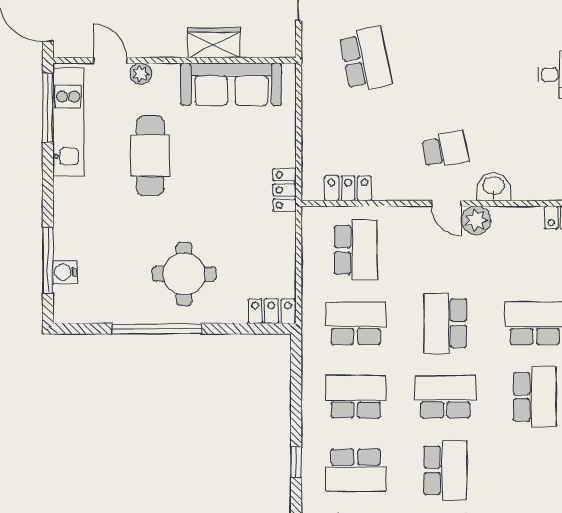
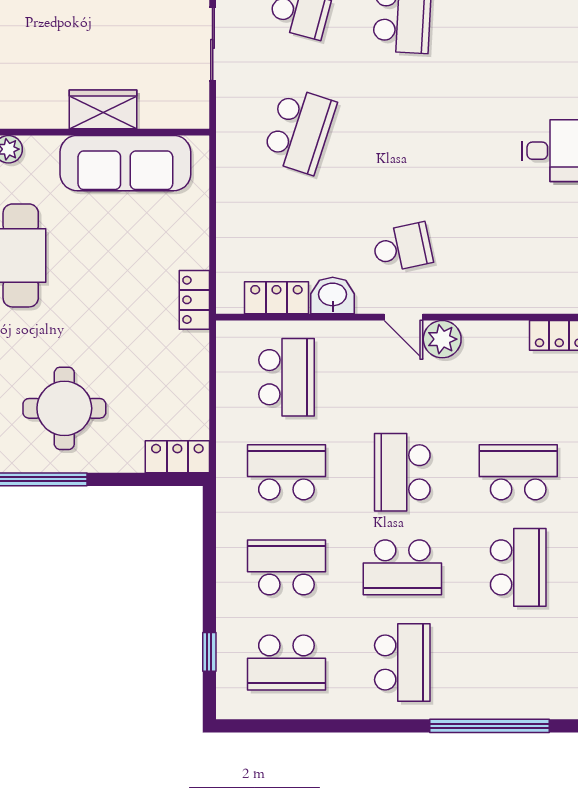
school desk: (366, 59) -> (299, 131), turned 30
washbasin: (494, 187) -> (333, 296), moved
school desk: (445, 397) -> (402, 567), turned 180

